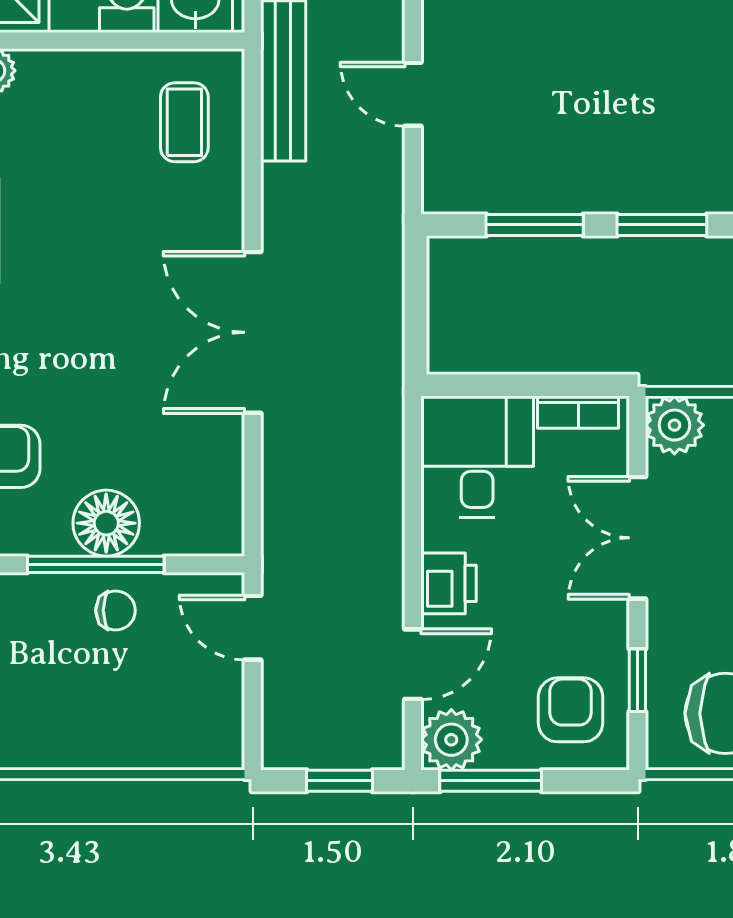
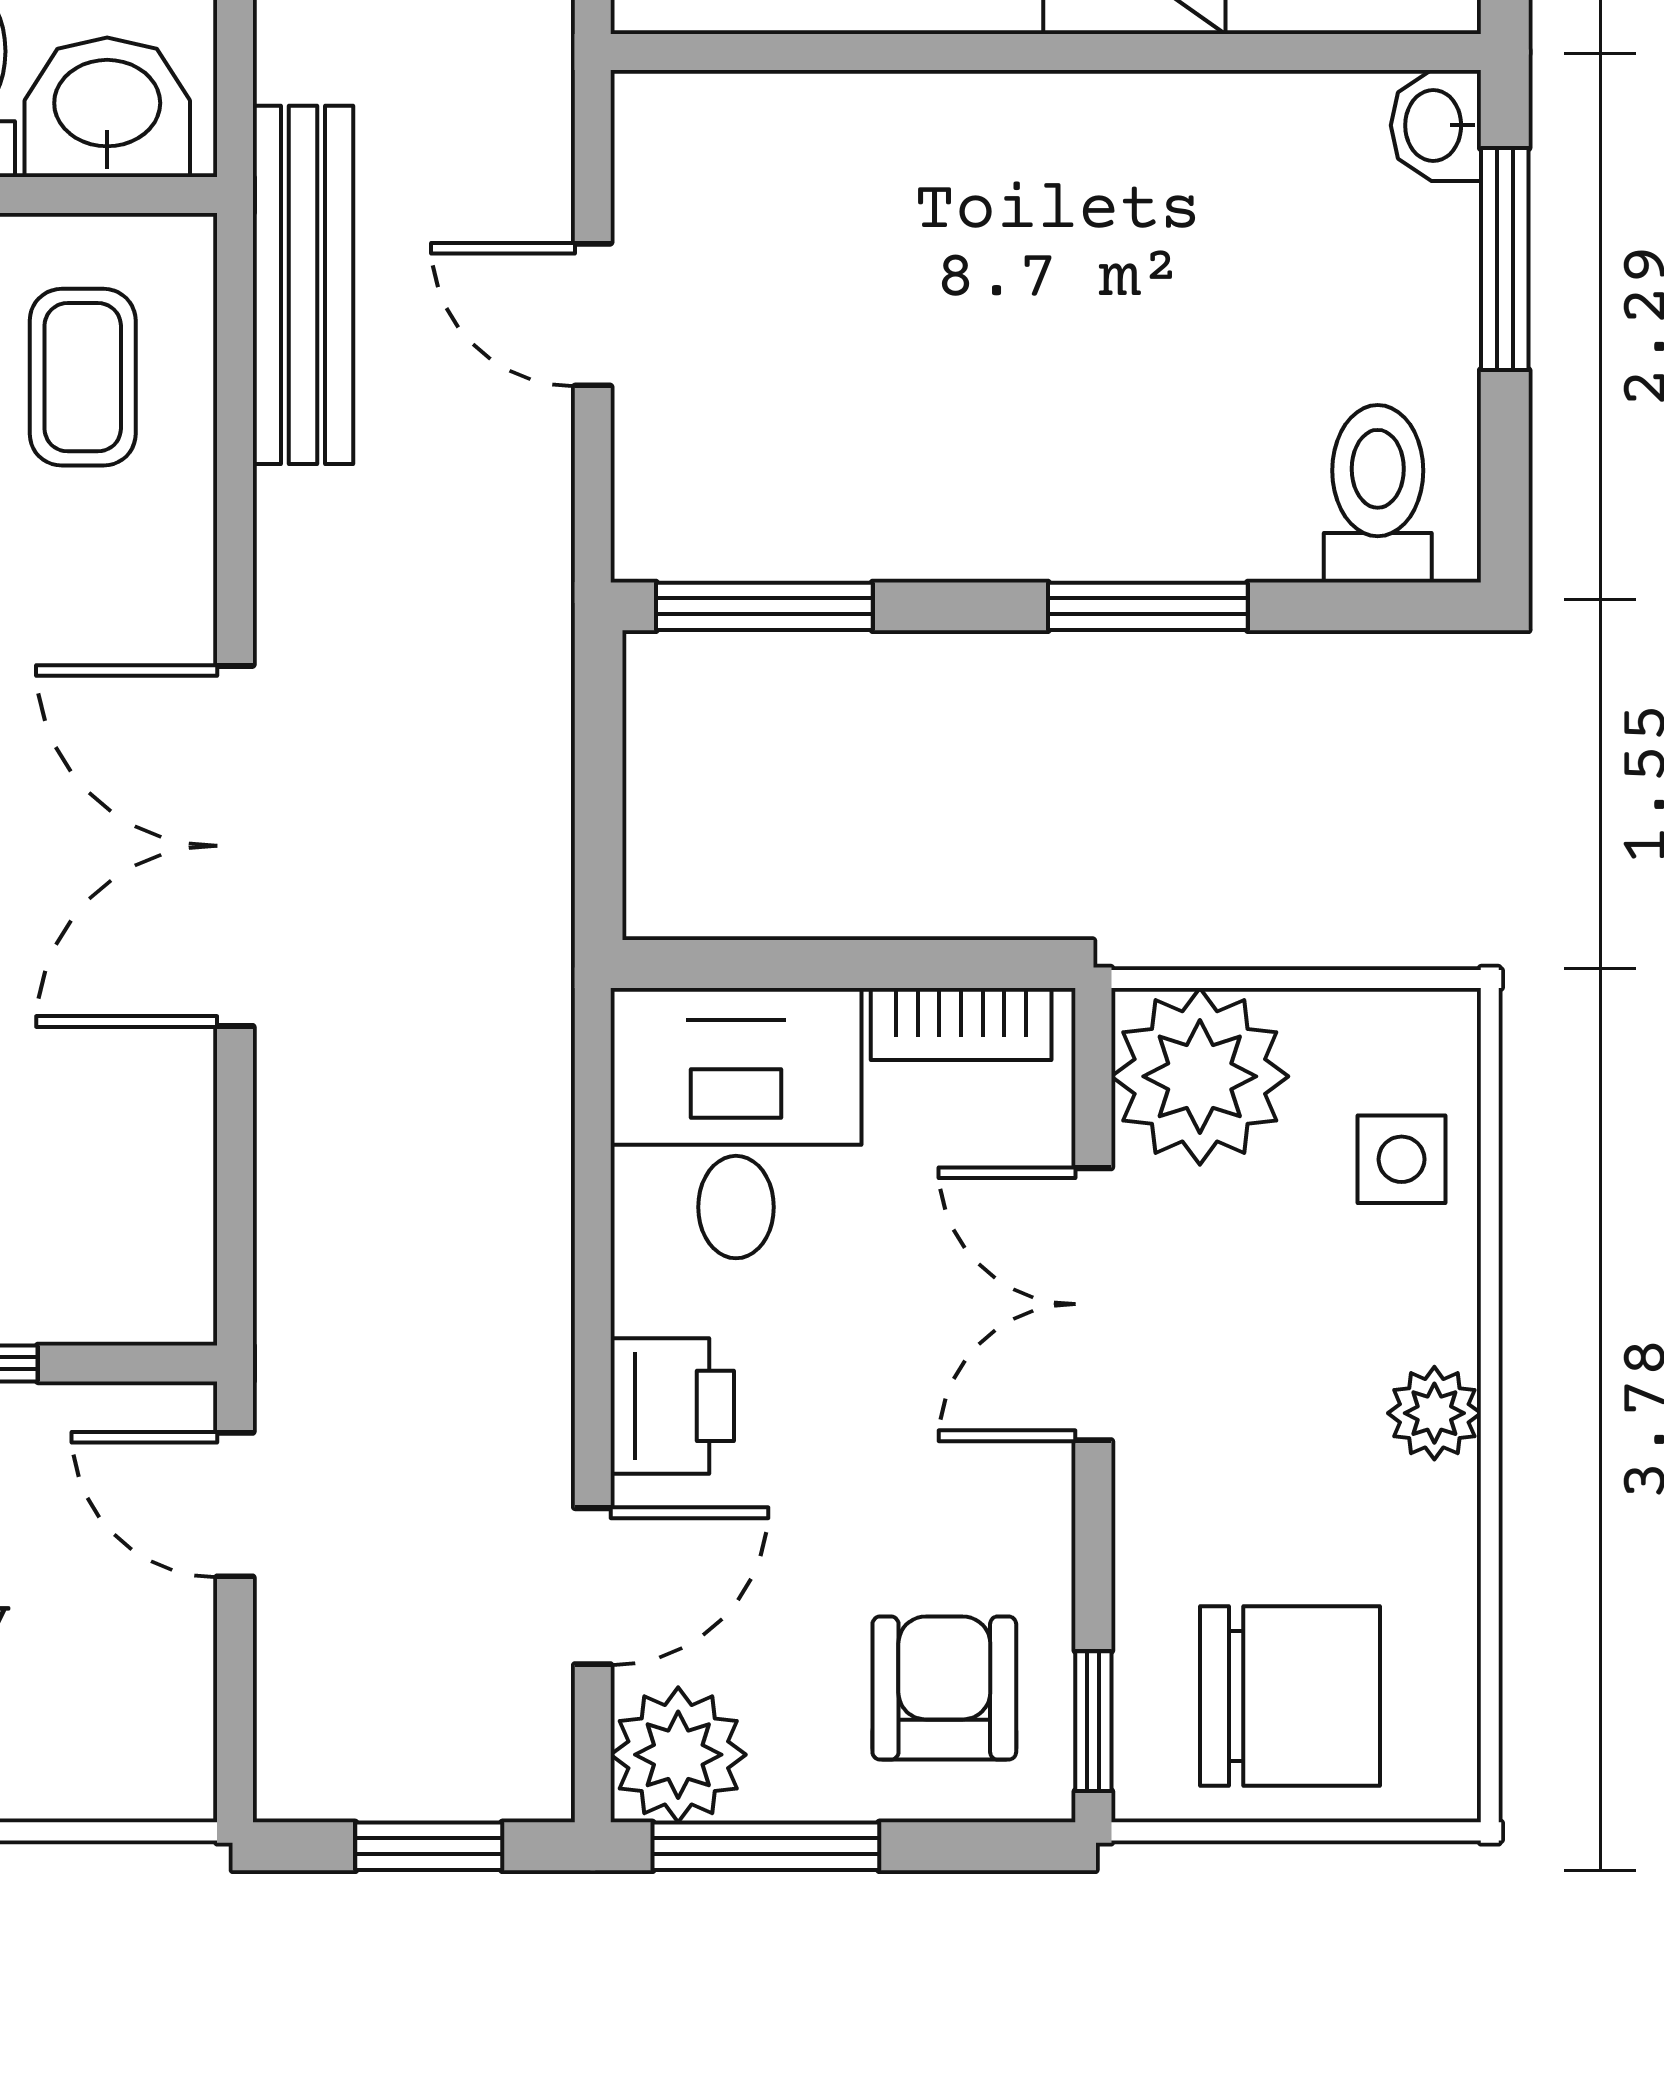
window: (535, 225) -> (764, 606), moved
plant: (674, 425) -> (1200, 1076), width x1.36, depth x1.36
window: (637, 680) -> (1093, 1721), moved

